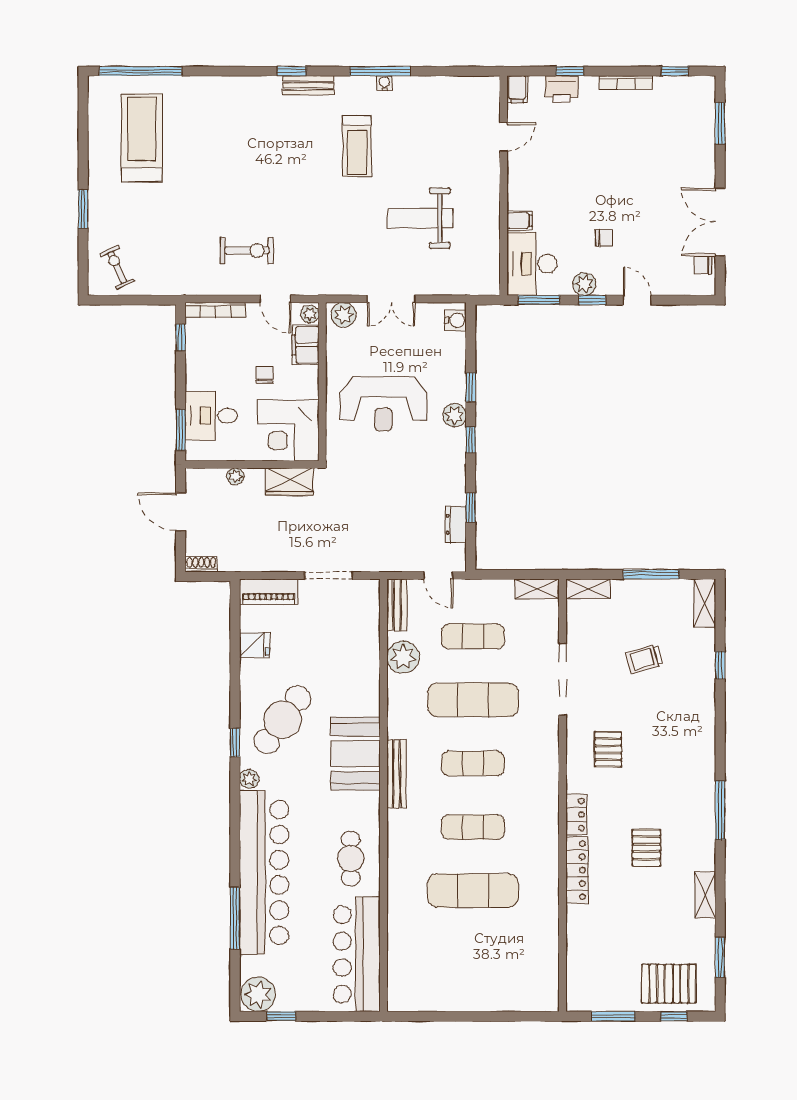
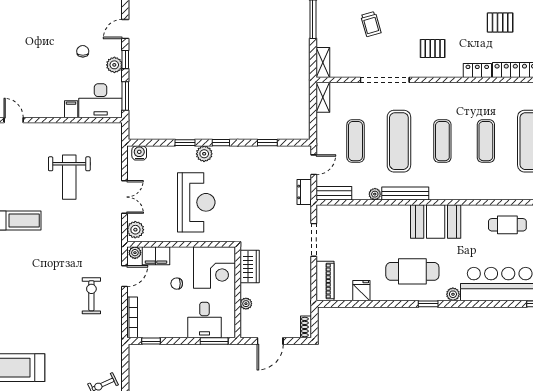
dresser: (456, 524) -> (304, 192), moved, turned 90
plant: (403, 657) -> (375, 194), width x0.53, depth x0.53
cafe table: (283, 720) -> (412, 271), turned -36
bench: (396, 774) -> (405, 193), moved

